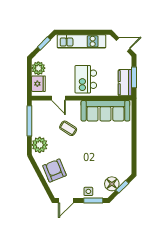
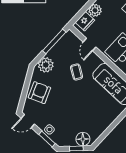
floor lamp: (112, 184) -> (83, 139), moved

